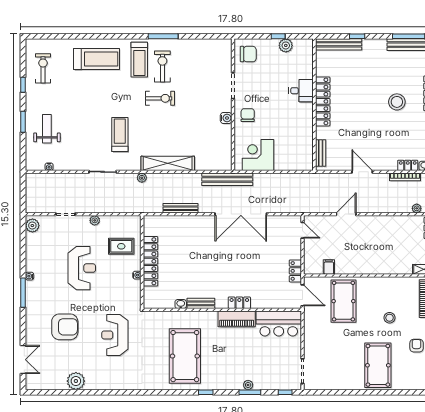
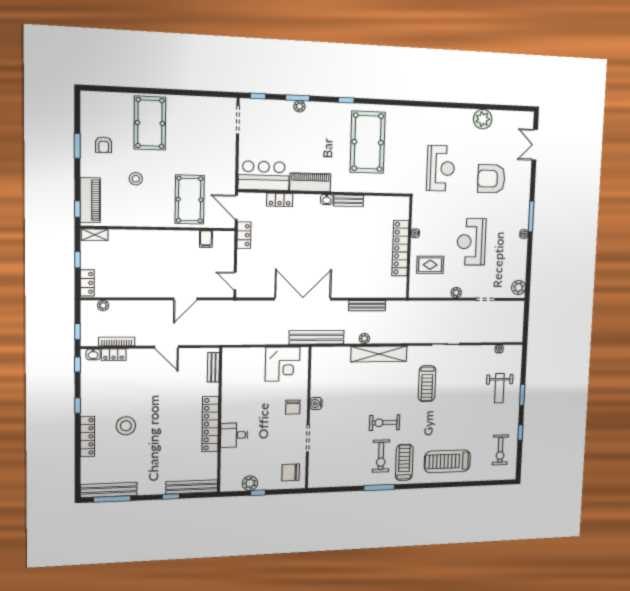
plant: (142, 178) -> (364, 339), moved
locker: (239, 303) -> (280, 200), moved
washbasin: (181, 304) -> (327, 199), moved

